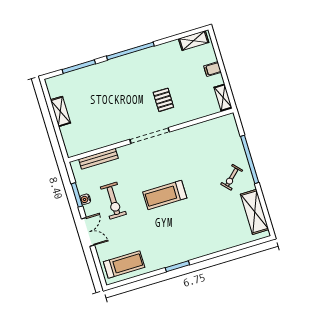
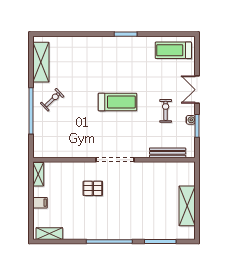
pallet: (163, 100) -> (93, 188), turned 90
shelving: (60, 111) -> (187, 206), width x1.50, depth x1.33
exercise bike: (113, 201) -> (166, 111), width x0.73, depth x0.72

